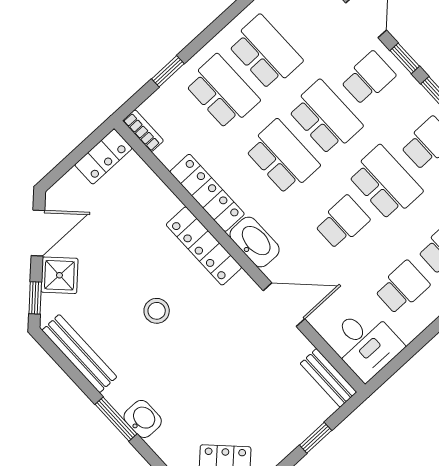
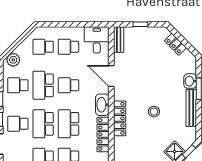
bench: (79, 354) -> (191, 108), moved

